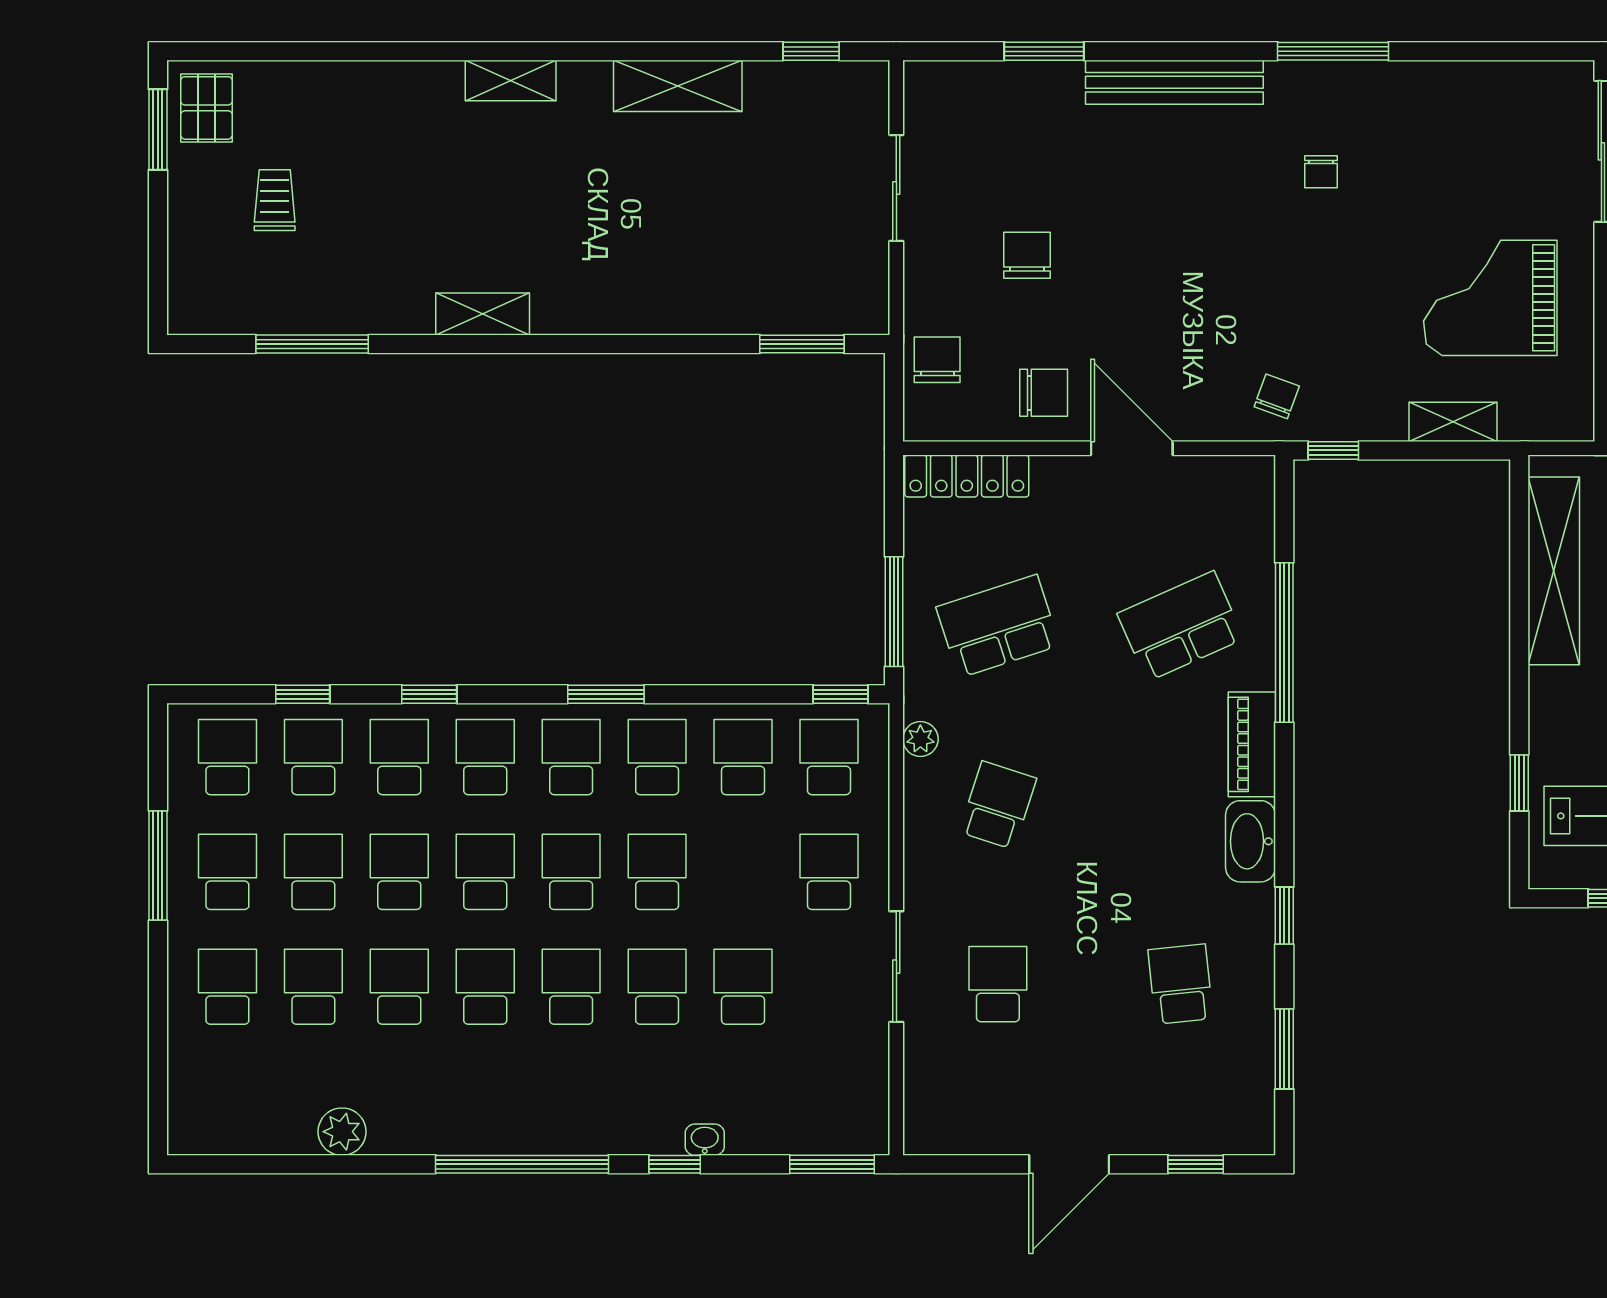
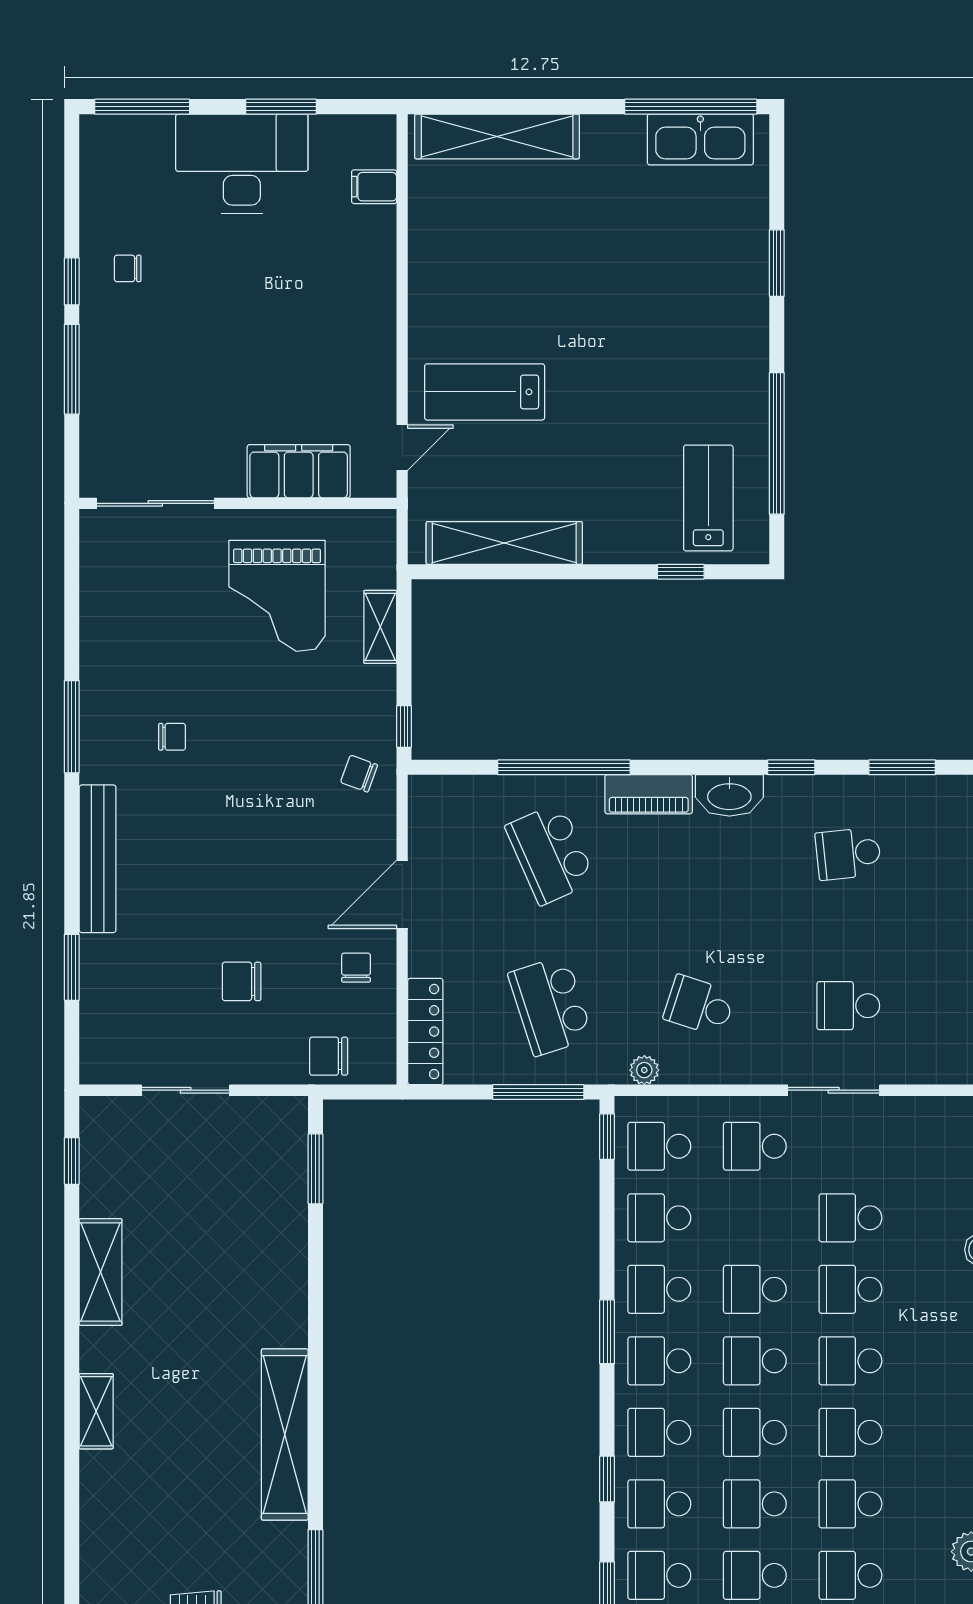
shelving: (483, 314) -> (285, 1435), width x2.20, depth x1.33
chair: (1044, 393) -> (356, 968), width x0.73, depth x0.73

